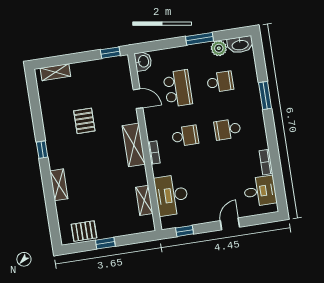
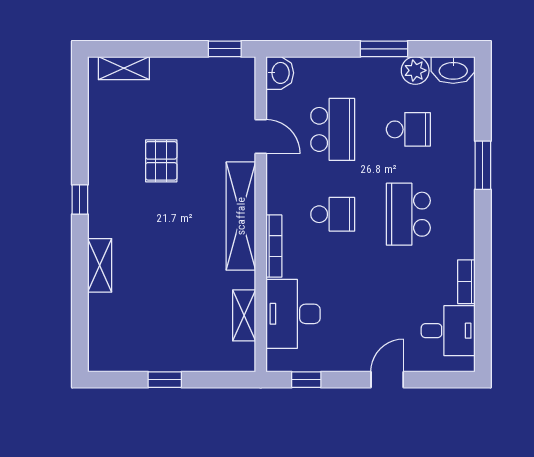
school desk: (227, 129) -> (408, 214), width x1.85
shelving: (134, 145) -> (241, 216), width x1.47
bookcase: (154, 153) -> (274, 246), width x1.56
pallet: (84, 231) -> (131, 353), removed

